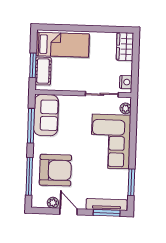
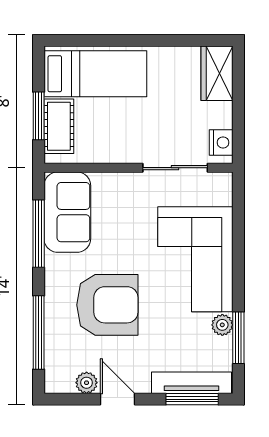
plant: (126, 108) -> (222, 325), moved
armchair: (55, 170) -> (107, 305), moved

